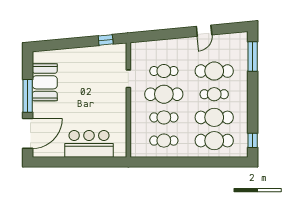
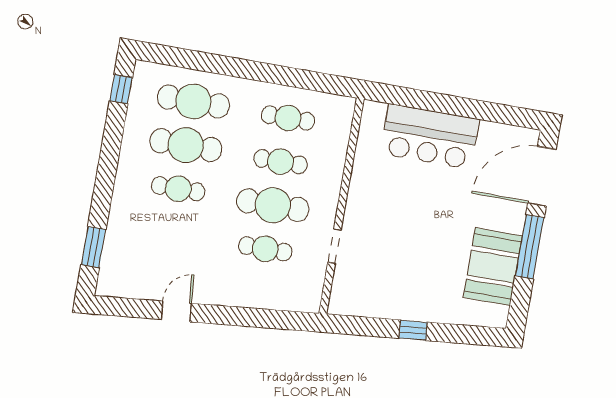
window: (106, 40) -> (413, 330), moved
window: (253, 56) -> (93, 247), width x0.69
cafe table: (214, 71) -> (171, 232), removed

